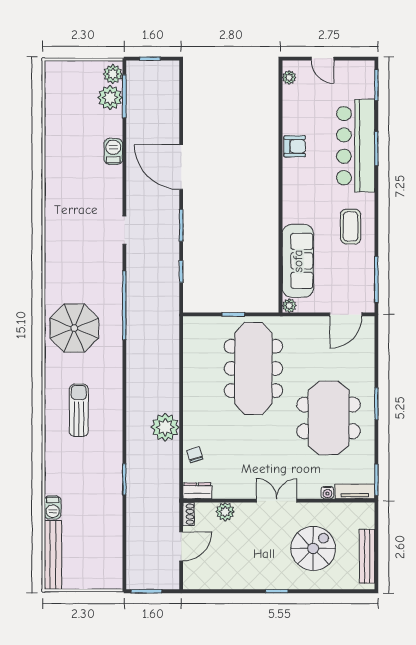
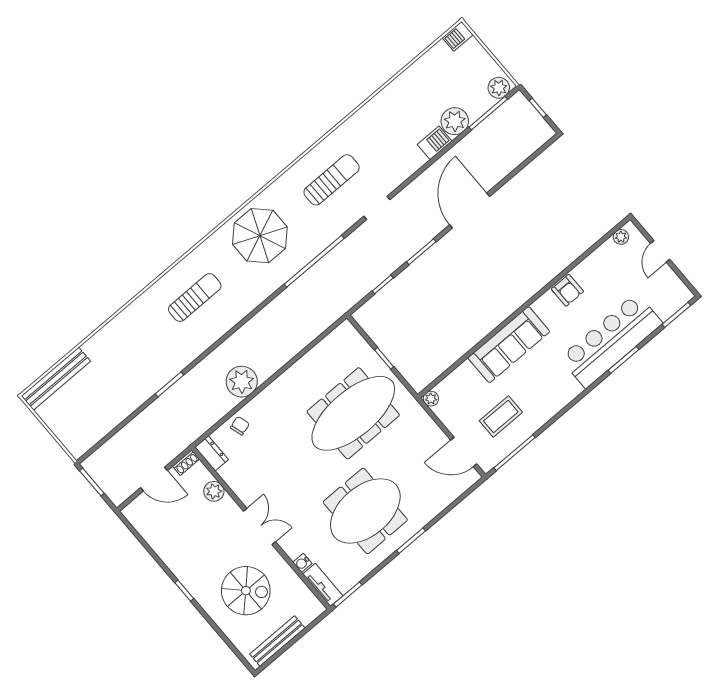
plant: (110, 98) -> (455, 121), moved
coffee table: (351, 227) -> (501, 416), moved
sun lounger: (78, 245) -> (332, 180), added
sofa: (298, 261) -> (509, 345), moved
barbecue: (53, 507) -> (458, 36), moved

